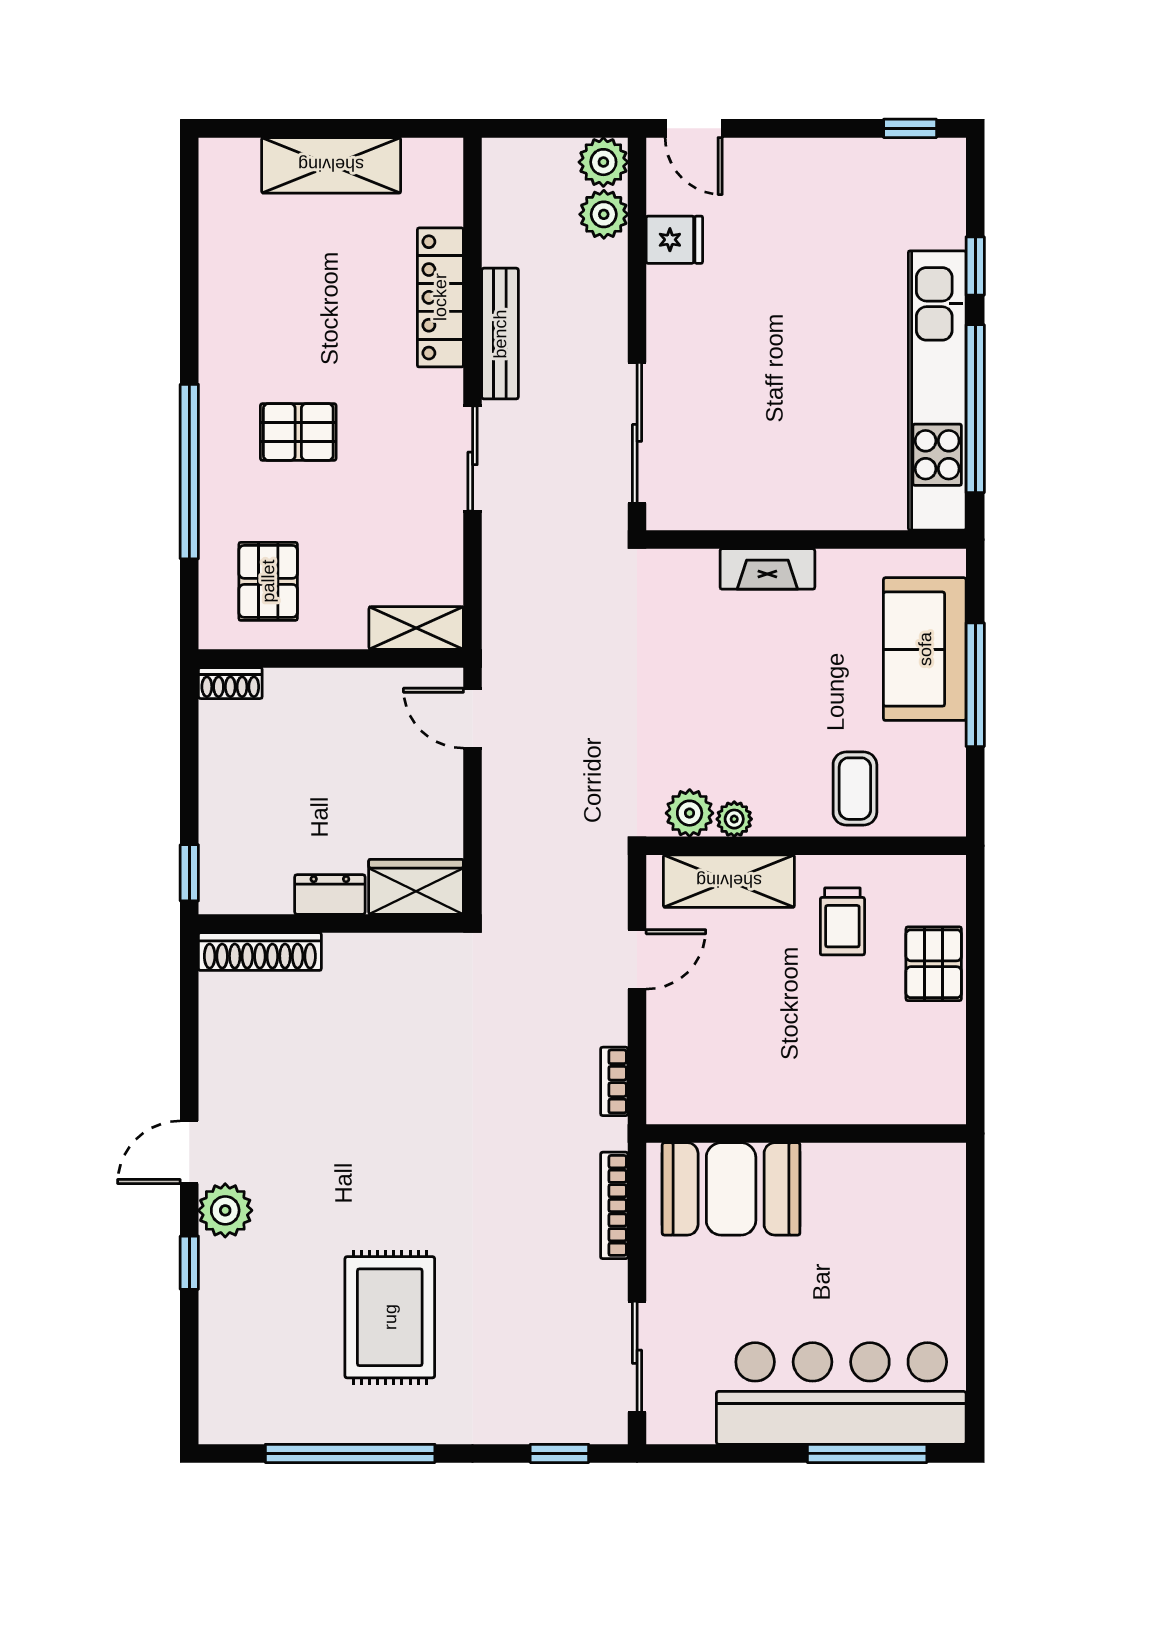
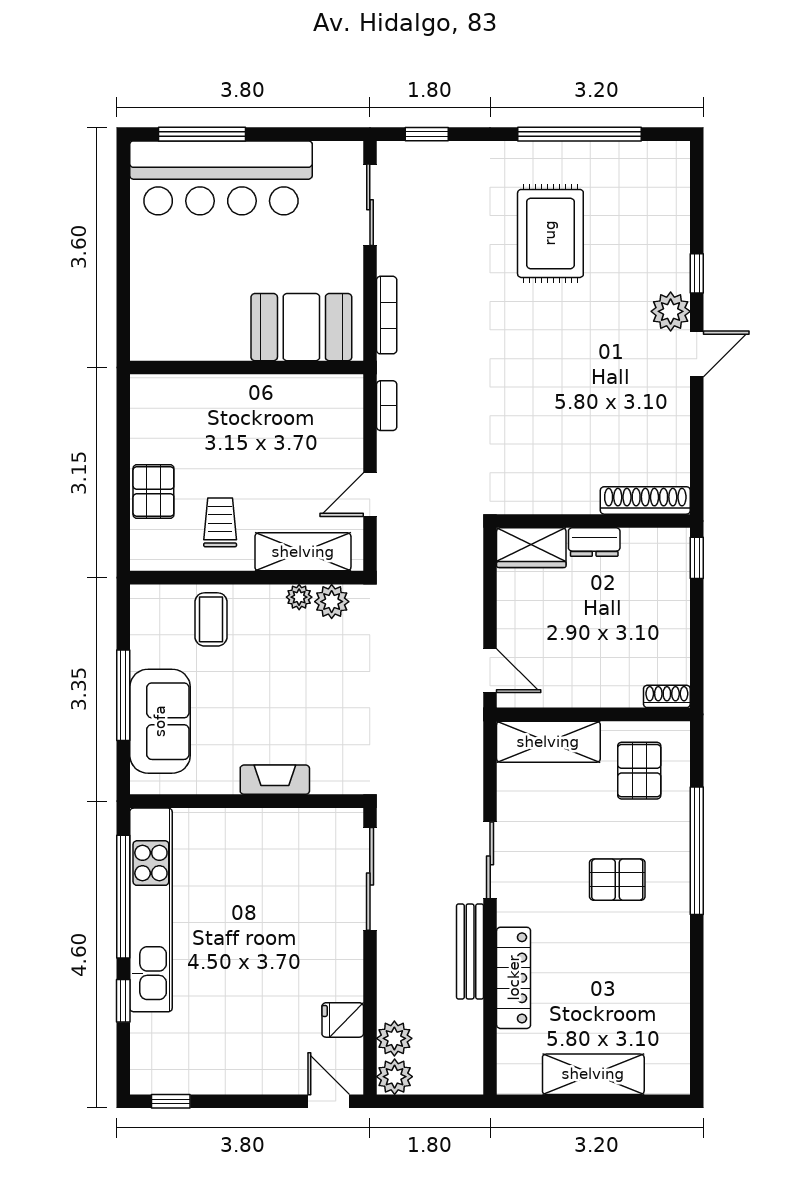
shelving: (416, 628) -> (548, 742), width x1.50, depth x1.33

